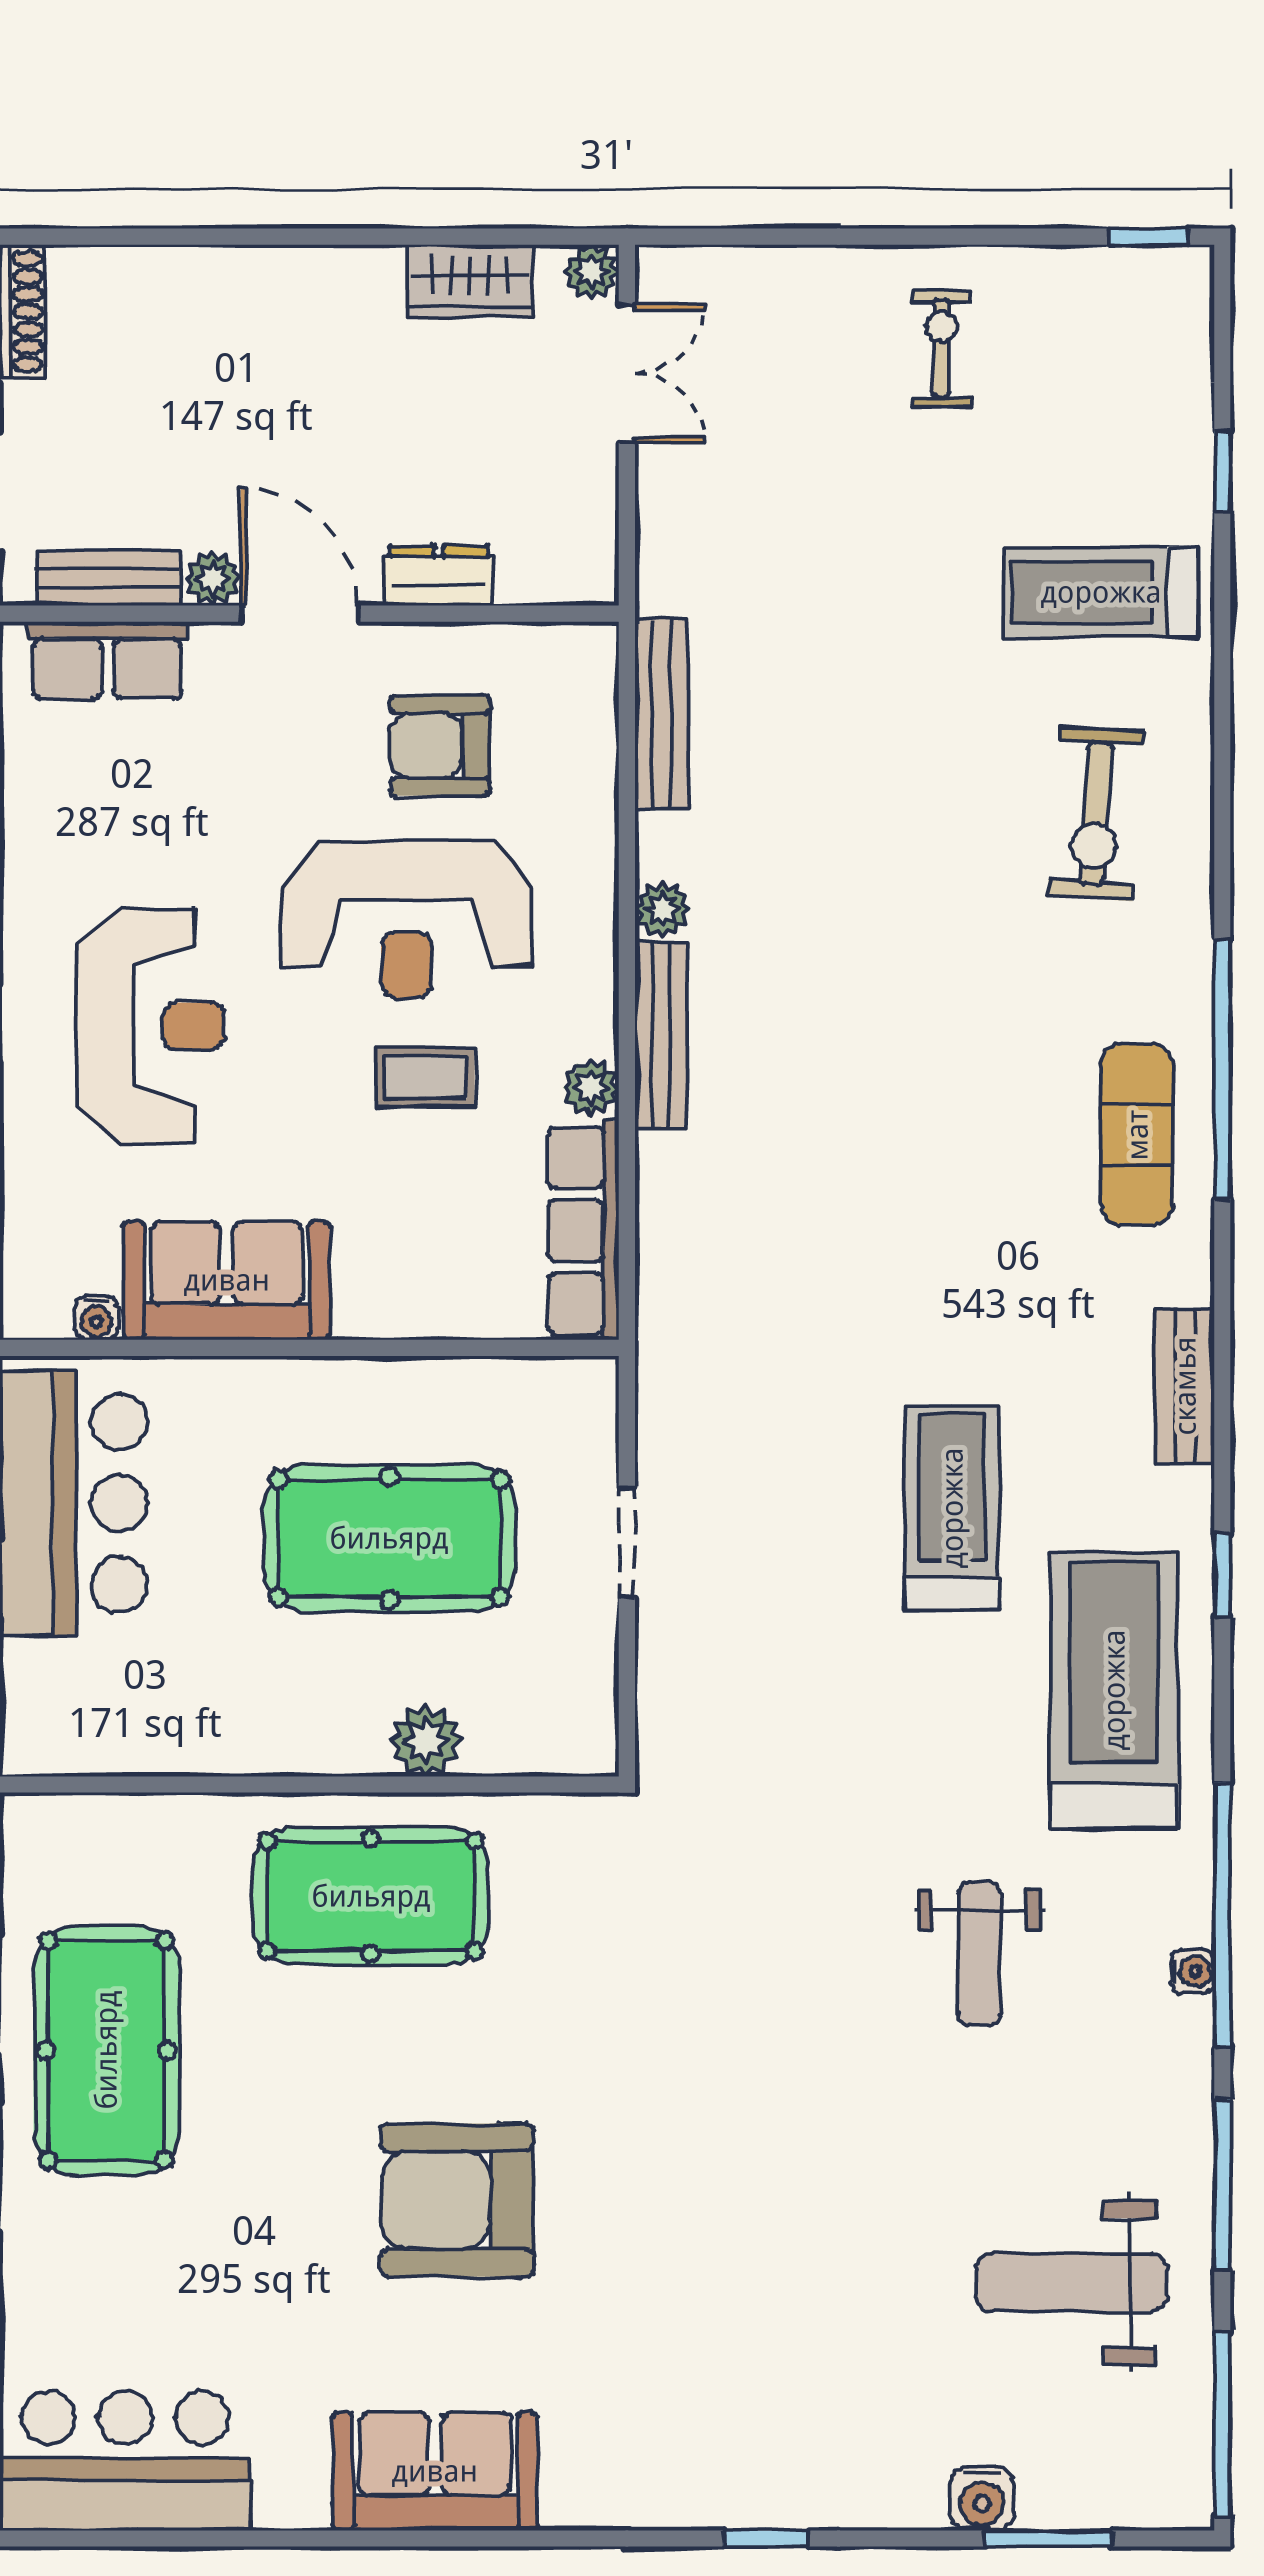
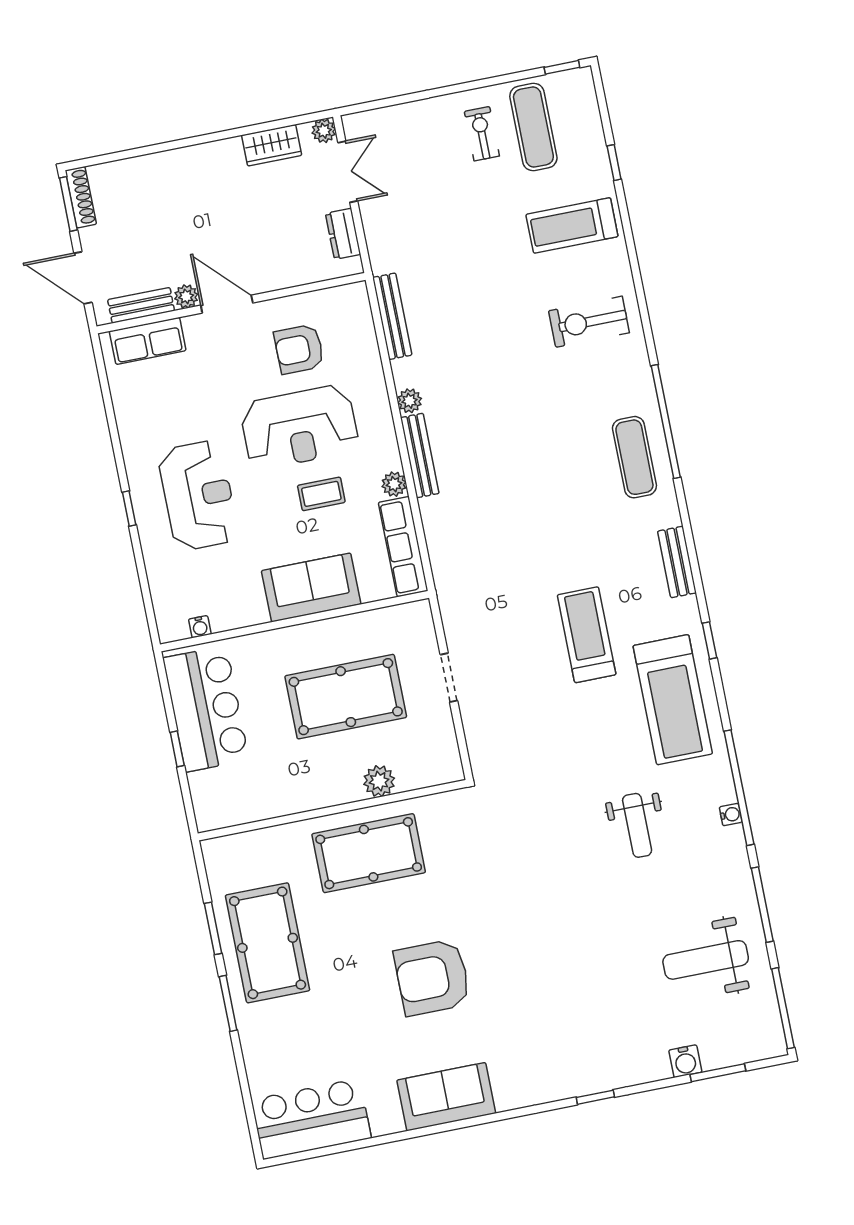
exercise mat: (1059, 356) -> (533, 127), added
dresser: (439, 576) -> (343, 234), moved, turned -90
exercise bike: (1096, 814) -> (589, 322), turned 86
sofa: (227, 1280) -> (311, 587), moved
treadmill: (1114, 1690) -> (673, 700), turned 180

